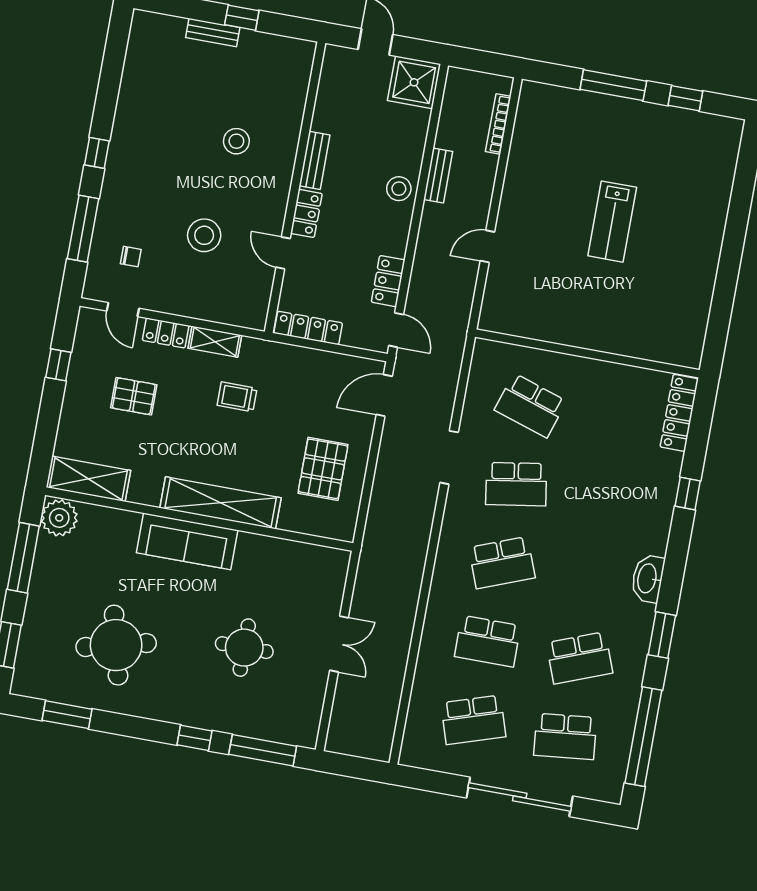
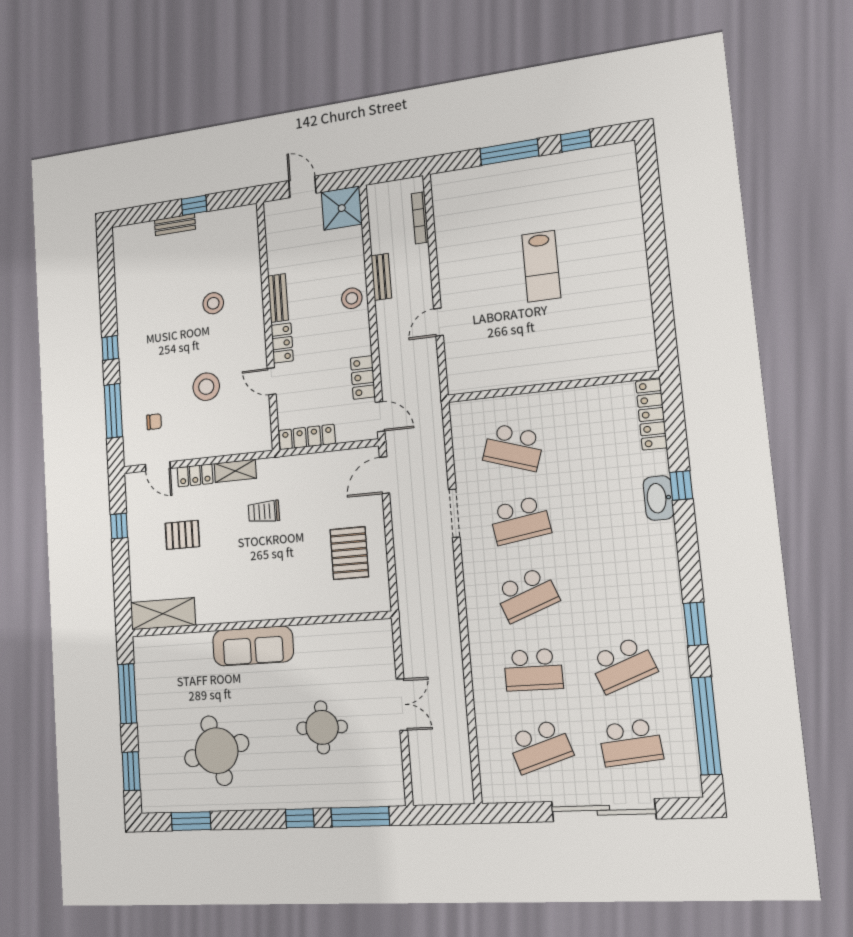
shelving: (221, 503) -> (272, 606), removed
plant: (59, 518) -> (148, 653), removed
washbasin: (648, 578) -> (659, 498), moved

